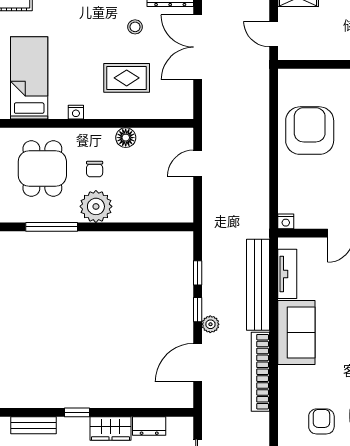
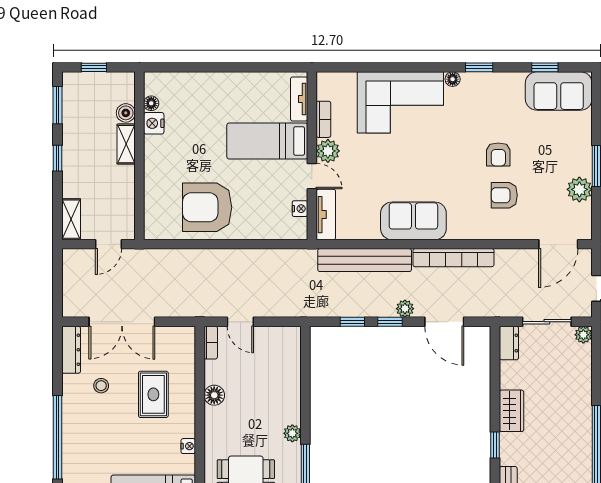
bookcase: (177, 134) -> (211, 343), added
chair: (95, 169) -> (246, 427), removed
plant: (96, 206) -> (292, 433), width x0.53, depth x0.53
nightstand: (286, 221) -> (300, 209), moved
tv unit: (287, 274) -> (326, 215), moved, turned 90
dresser: (149, 426) -> (509, 343), moved

